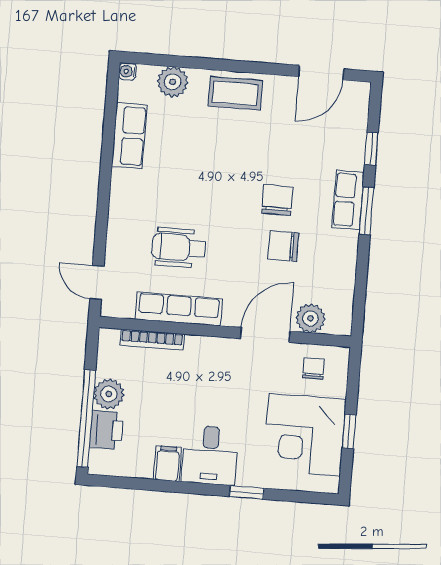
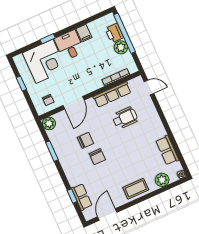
row of seats: (348, 200) -> (82, 197), moved
window: (366, 211) -> (52, 151), moved
plant: (311, 318) -> (49, 123), moved
corner desk: (305, 435) -> (44, 61), moved, turned 90

